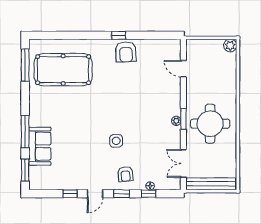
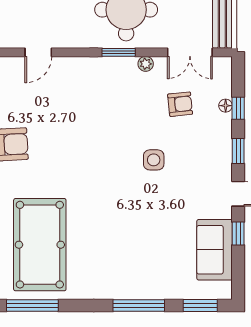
plant: (176, 121) -> (146, 64), moved
sofa: (40, 146) -> (215, 250), moved, turned -90
armchair: (125, 174) -> (180, 104), moved

